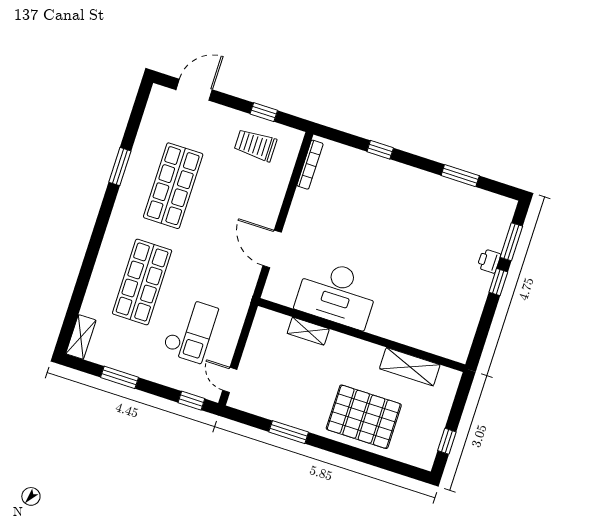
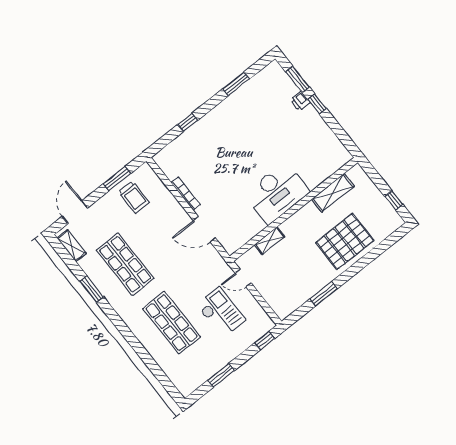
window: (264, 112) -> (117, 179), width x1.50
trolley: (255, 145) -> (134, 197), turned -90
bookcase: (310, 165) -> (186, 194), moved
desk: (337, 294) -> (277, 193), moved
shelving: (81, 337) -> (72, 246), moved
door: (230, 380) -> (243, 278), moved

